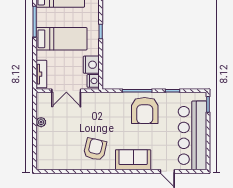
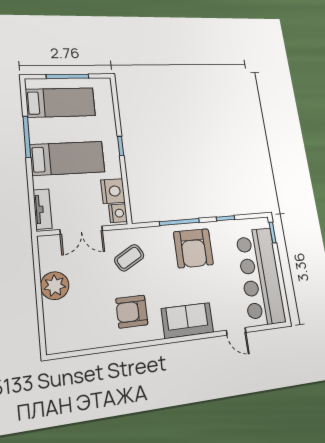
coffee table: (97, 113) -> (129, 258), added
plant: (41, 122) -> (55, 286), width x1.88, depth x1.88
armchair: (95, 149) -> (132, 312), turned -103

